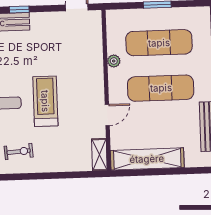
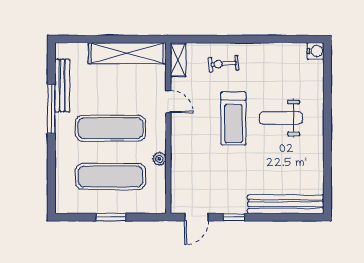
window: (19, 9) -> (234, 217), moved
door: (107, 115) -> (168, 101), swing flipped
exercise bike: (19, 152) -> (224, 64), moved

